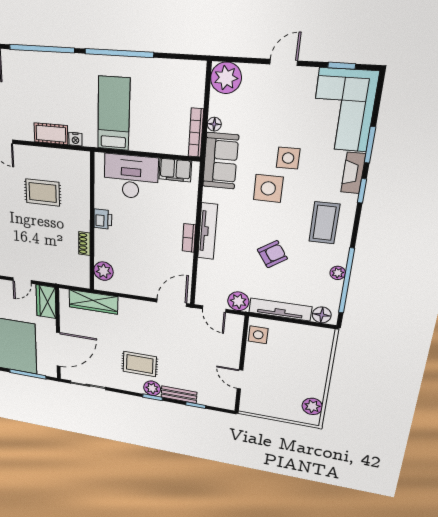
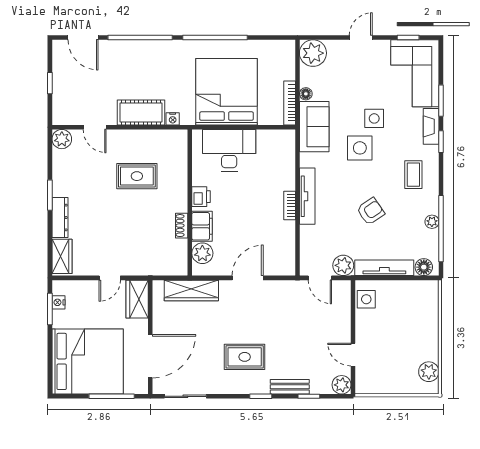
bed: (114, 114) -> (227, 92), width x2.04
cot: (51, 134) -> (141, 113), width x1.37, depth x1.34
filing cabinet: (175, 170) -> (202, 226), moved, turned -90
coffee table: (324, 223) -> (413, 175), width x0.73, depth x0.77
door: (172, 303) -> (248, 278), moved
plant: (152, 388) -> (342, 385), moved

